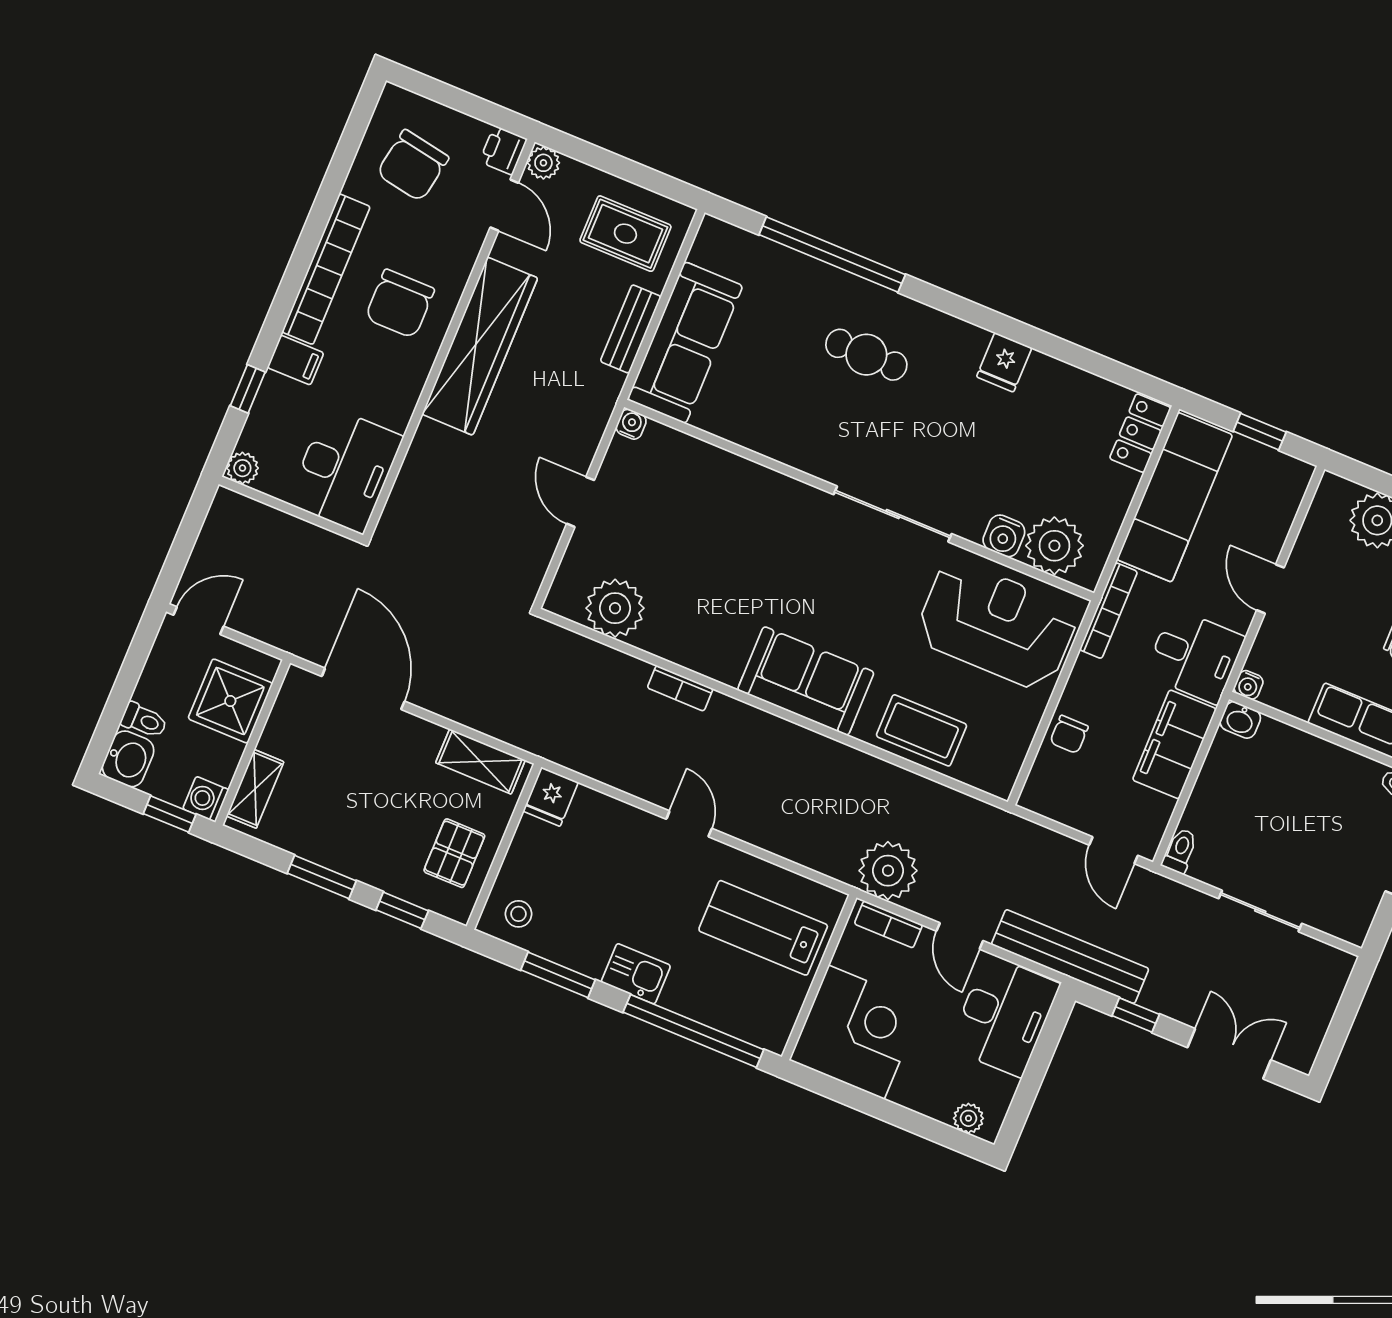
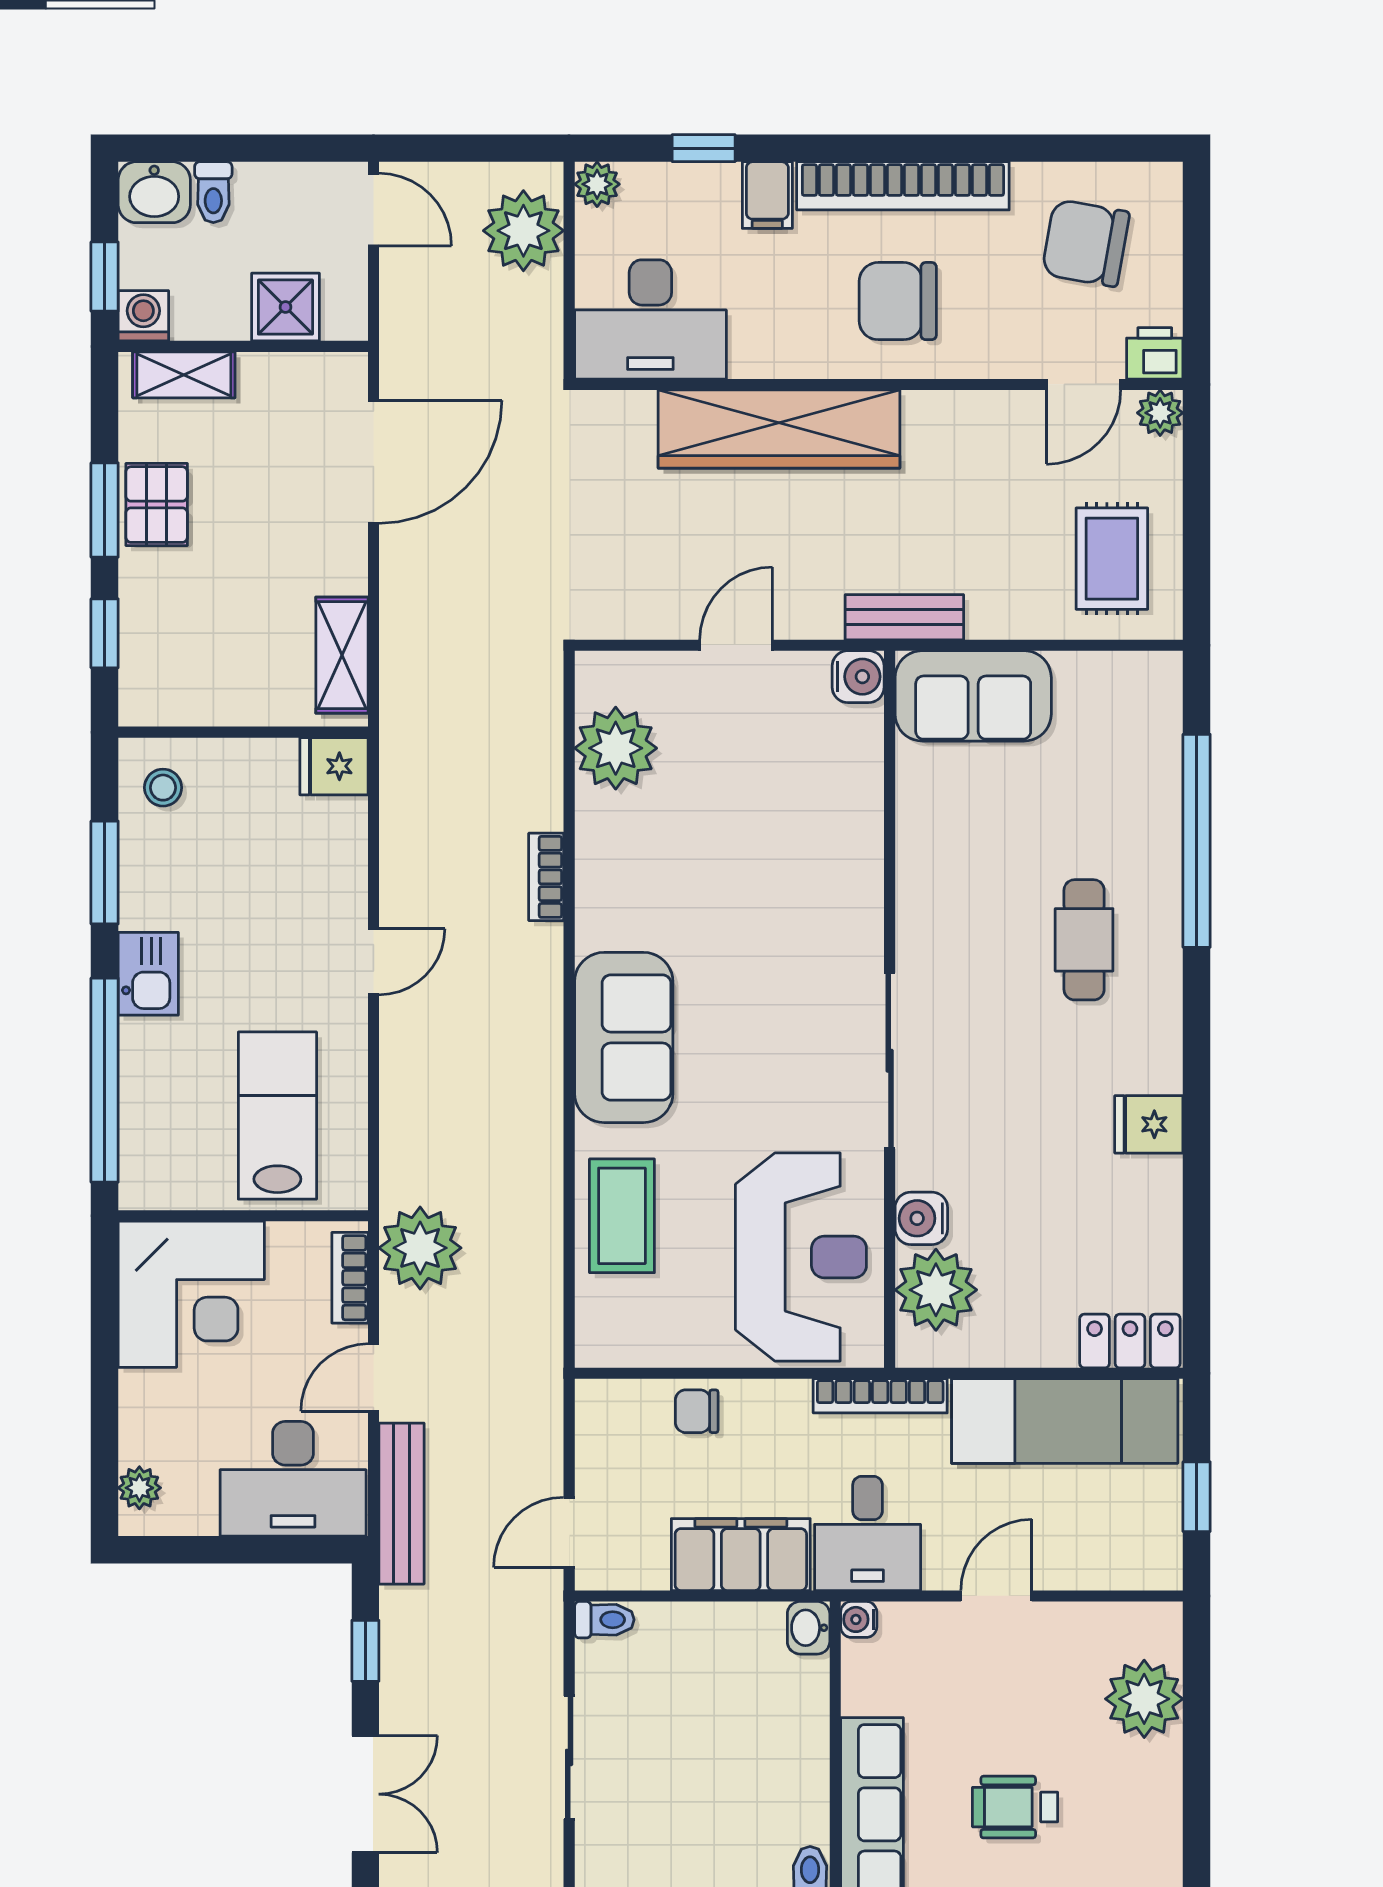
bench: (631, 329) -> (904, 617), moved
sofa: (685, 343) -> (973, 696), width x0.73
wardrobe: (480, 346) -> (779, 429), moved
water cooler: (631, 424) -> (858, 677), width x1.38, depth x1.38
plant: (253, 529) -> (523, 231), added
shower: (230, 701) -> (285, 307), width x0.73, depth x0.73
pallet: (454, 853) -> (157, 505), moved, turned 90
bench: (1070, 957) -> (401, 1504), width x0.73, depth x0.82

